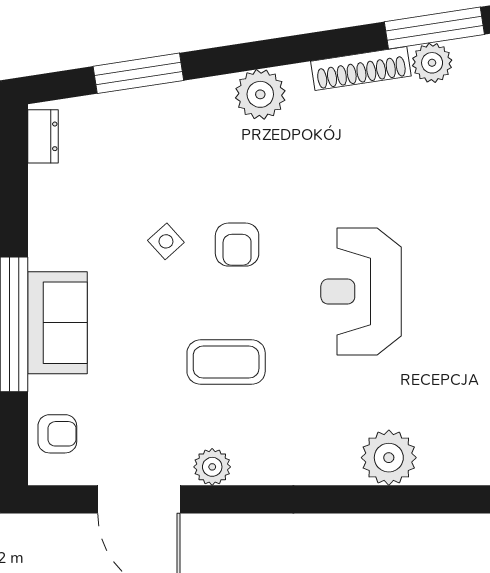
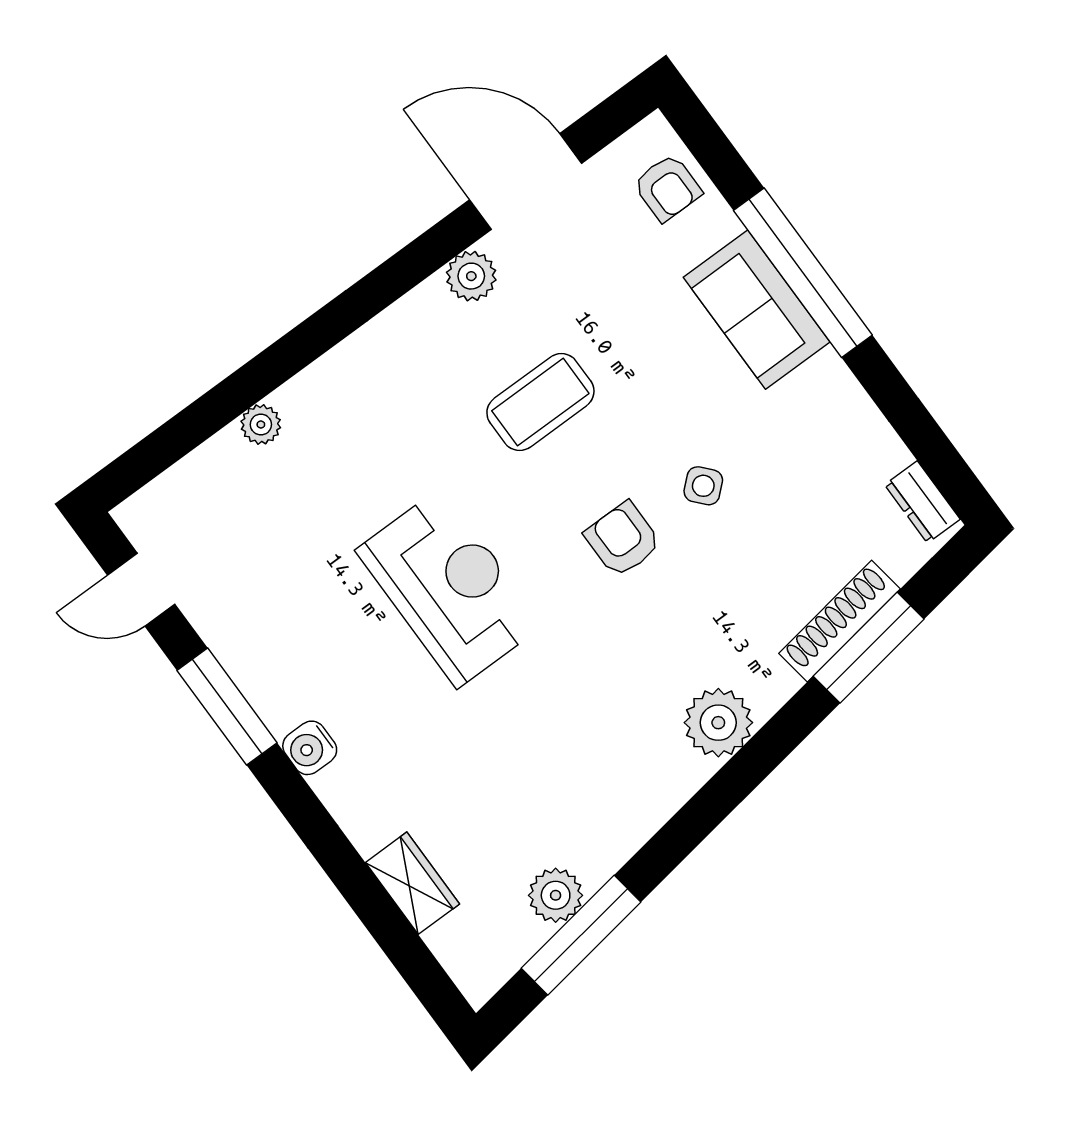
shoe rack: (361, 69) -> (840, 621), moved
armchair: (57, 434) -> (667, 188), turned -90
plant: (389, 458) -> (261, 424), width x0.53, depth x0.53

